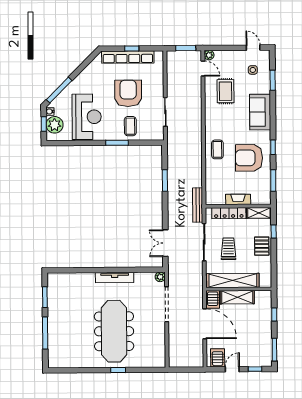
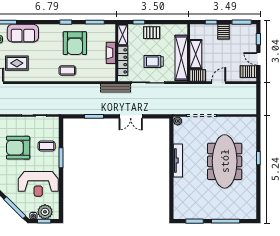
sofa: (260, 112) -> (23, 33), moved
reception desk: (87, 117) -> (38, 184), turned 180
double door: (165, 243) -> (131, 116), moved
door: (205, 324) -> (219, 83), width x0.53
server rack: (263, 329) -> (224, 32), added
meeting table: (114, 331) -> (225, 161), turned 90

